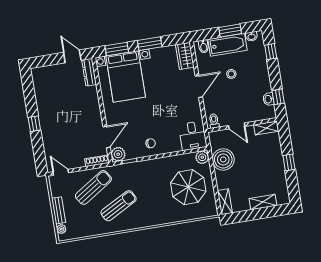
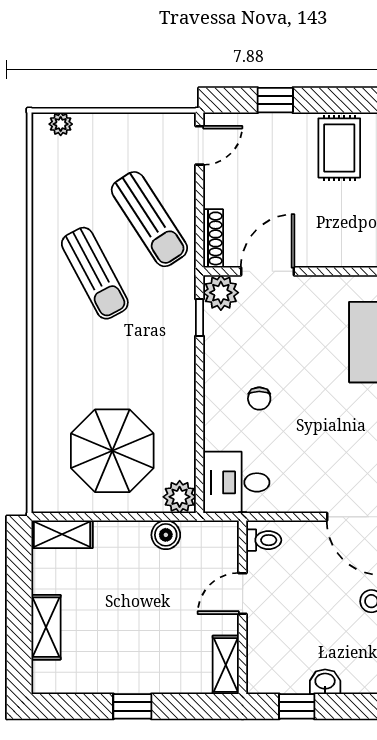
washbasin: (268, 99) -> (325, 682), moved
rug: (53, 116) -> (339, 148), added
window: (34, 124) -> (275, 100), moved
door: (107, 137) -> (268, 271), swing flipped
chair: (151, 143) -> (259, 399), moved
boiler: (223, 159) -> (166, 535), width x0.54, depth x0.54
bench: (59, 210) -> (107, 125), removed

